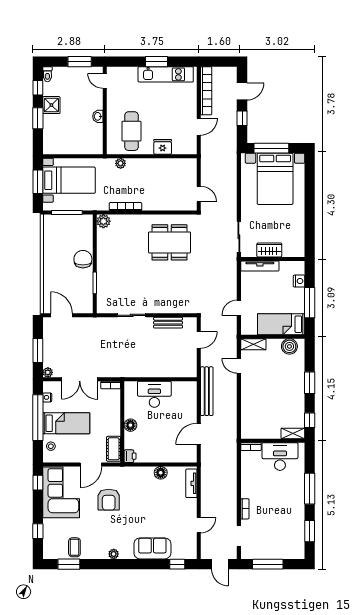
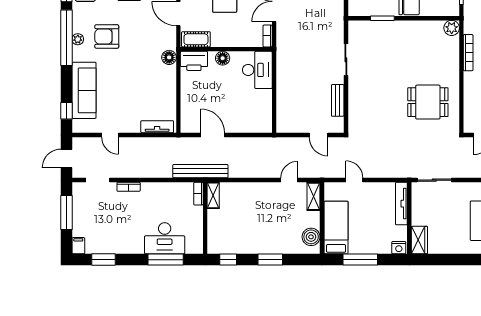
dining table: (169, 242) -> (428, 102), width x0.73
wardrobe: (269, 250) -> (419, 240), moved
nightstand: (299, 281) -> (399, 248), moved
bench: (207, 391) -> (200, 171), moved
desk: (154, 394) -> (257, 70), moved
shelving: (293, 433) -> (213, 195), moved
printer: (130, 456) -> (194, 61), width x1.87, depth x1.48
desk: (280, 457) -> (165, 238), moved, turned 90
floor lamp: (161, 473) -> (169, 57), moved
window: (310, 489) -> (166, 260), moved
armchair: (109, 500) -> (107, 36), moved
sofa: (152, 548) -> (84, 90), width x1.36
filing cabinet: (297, 554) -> (78, 246), added
window: (112, 564) -> (66, 38), added

